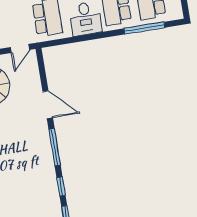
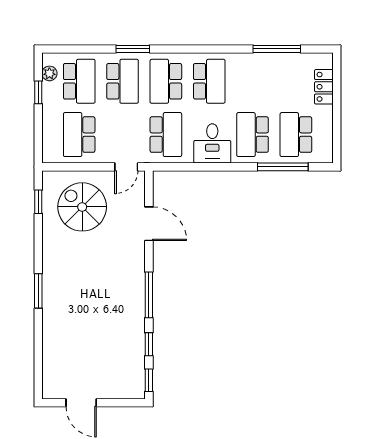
door: (48, 105) -> (149, 224), moved

